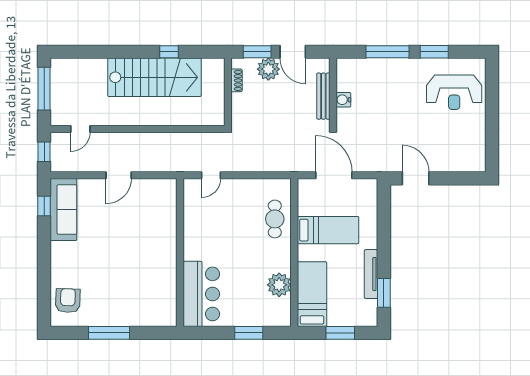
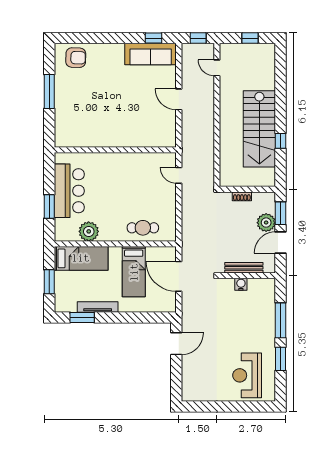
shoe rack: (237, 80) -> (242, 196), moved
window: (44, 89) -> (250, 38), width x0.46
door: (334, 175) -> (179, 276), swing flipped
bar counter: (201, 294) -> (69, 191), moved, turned -90

